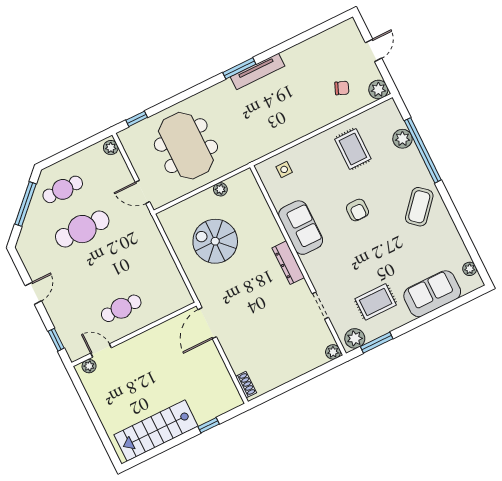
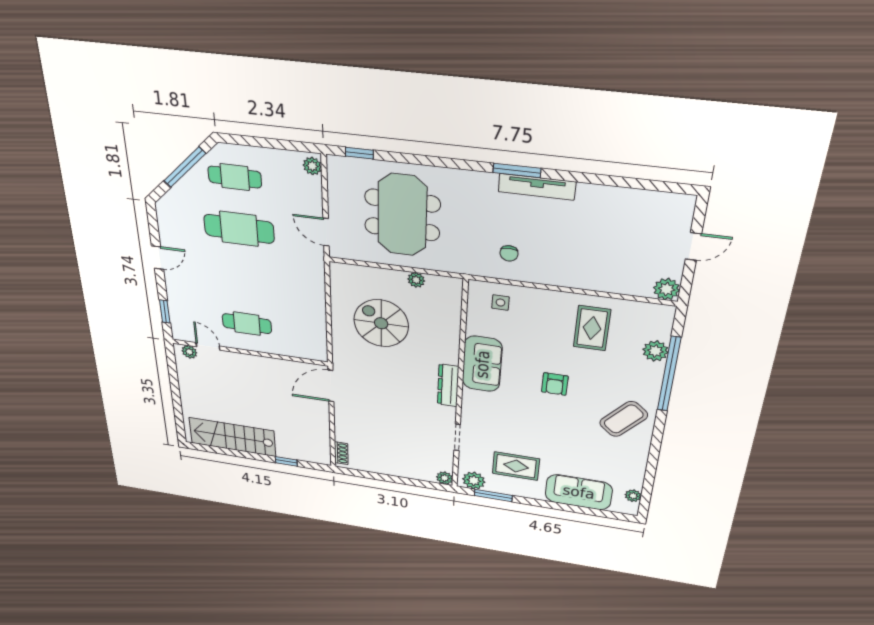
chair: (342, 88) -> (509, 253), moved, turned 68

